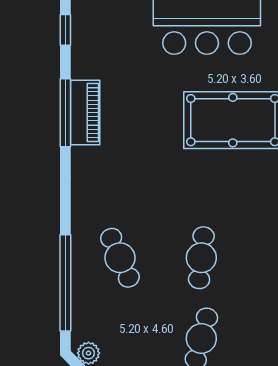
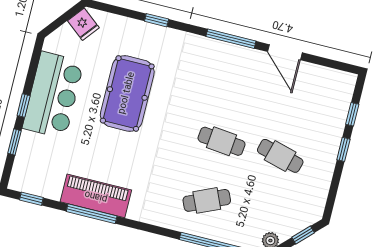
piano: (85, 113) -> (96, 196), width x1.37, depth x1.33

